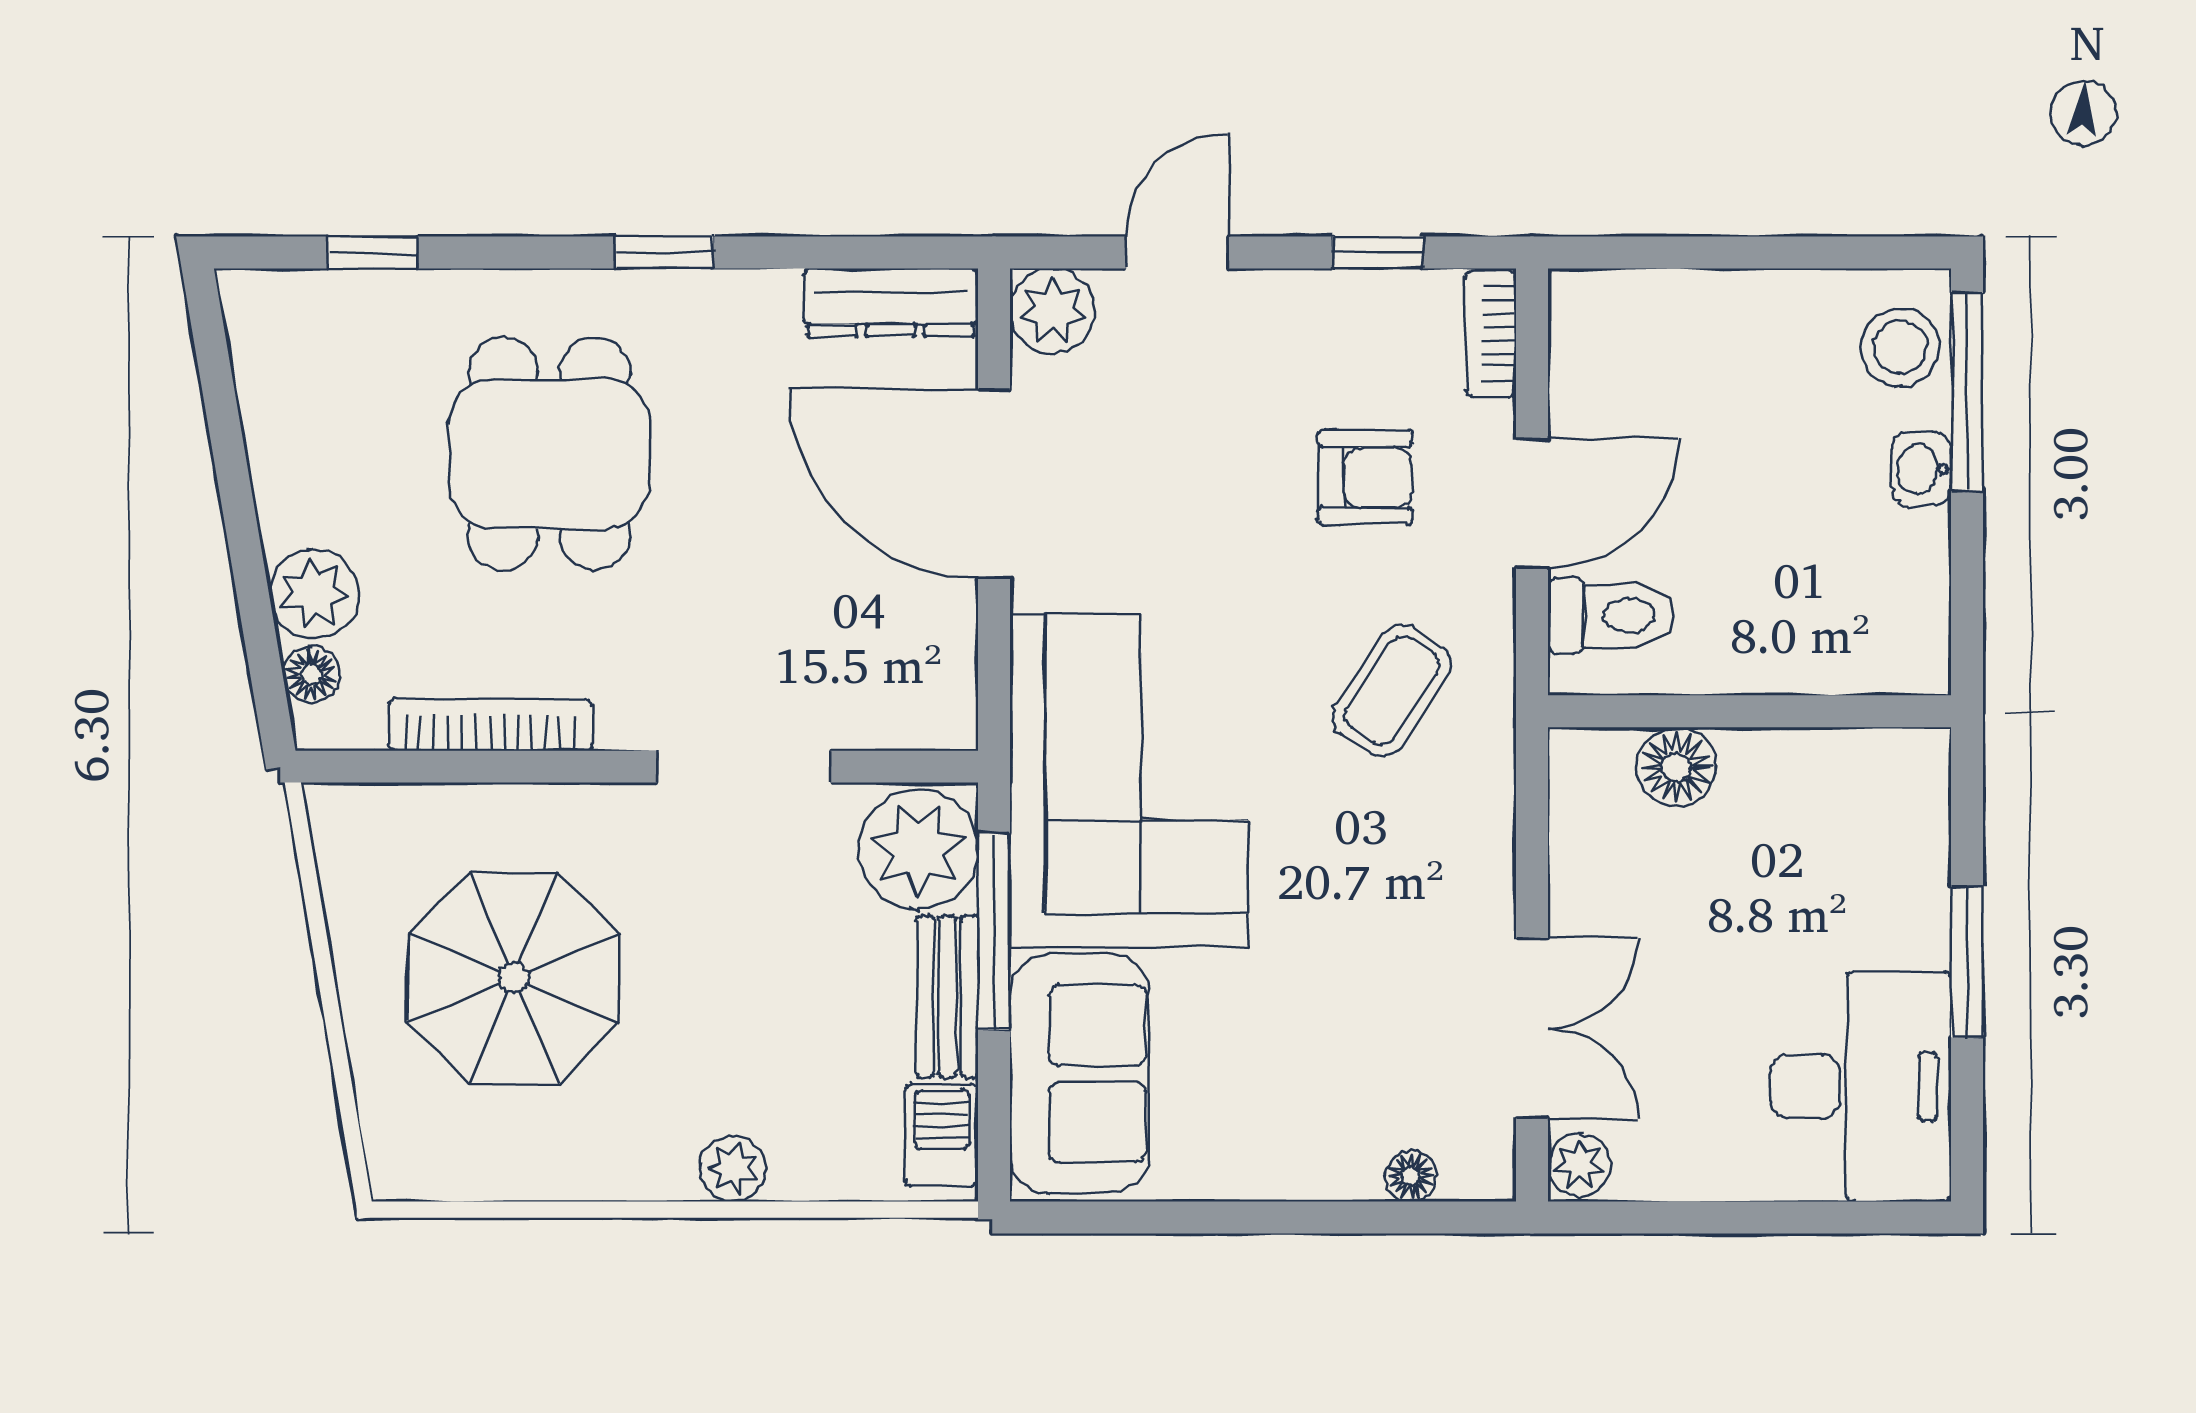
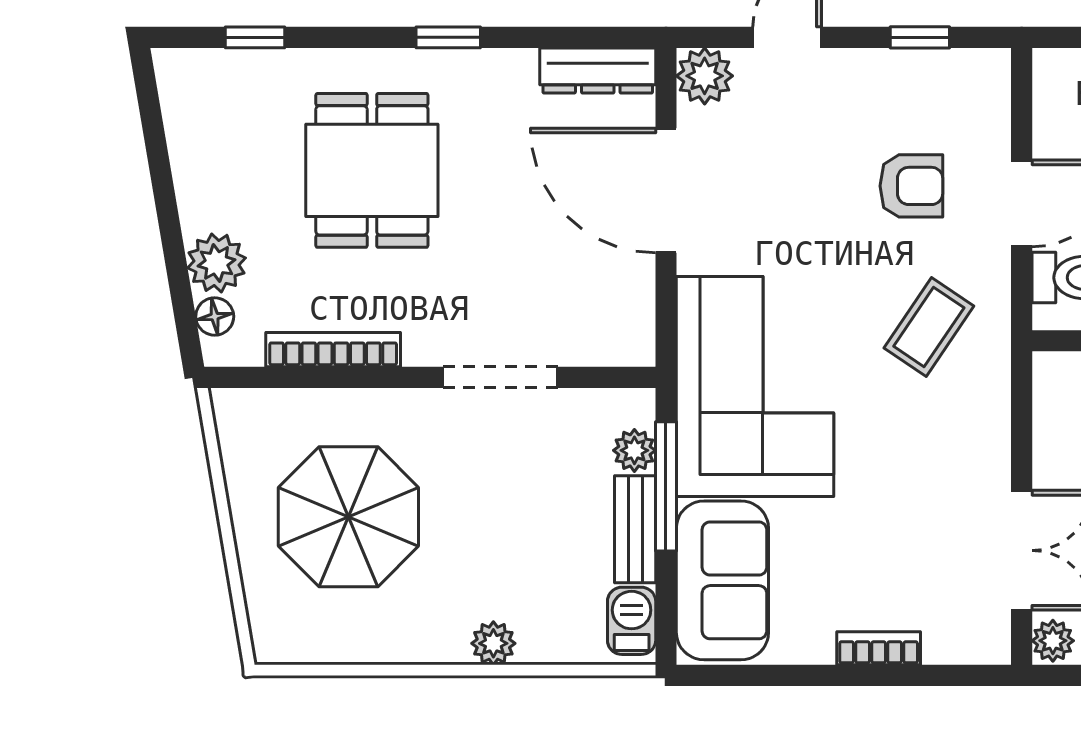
bookcase: (1491, 334) -> (879, 648), moved, turned 90
plant: (918, 849) -> (634, 450), width x0.53, depth x0.53
floor lamp: (1411, 1176) -> (942, 648), removed

